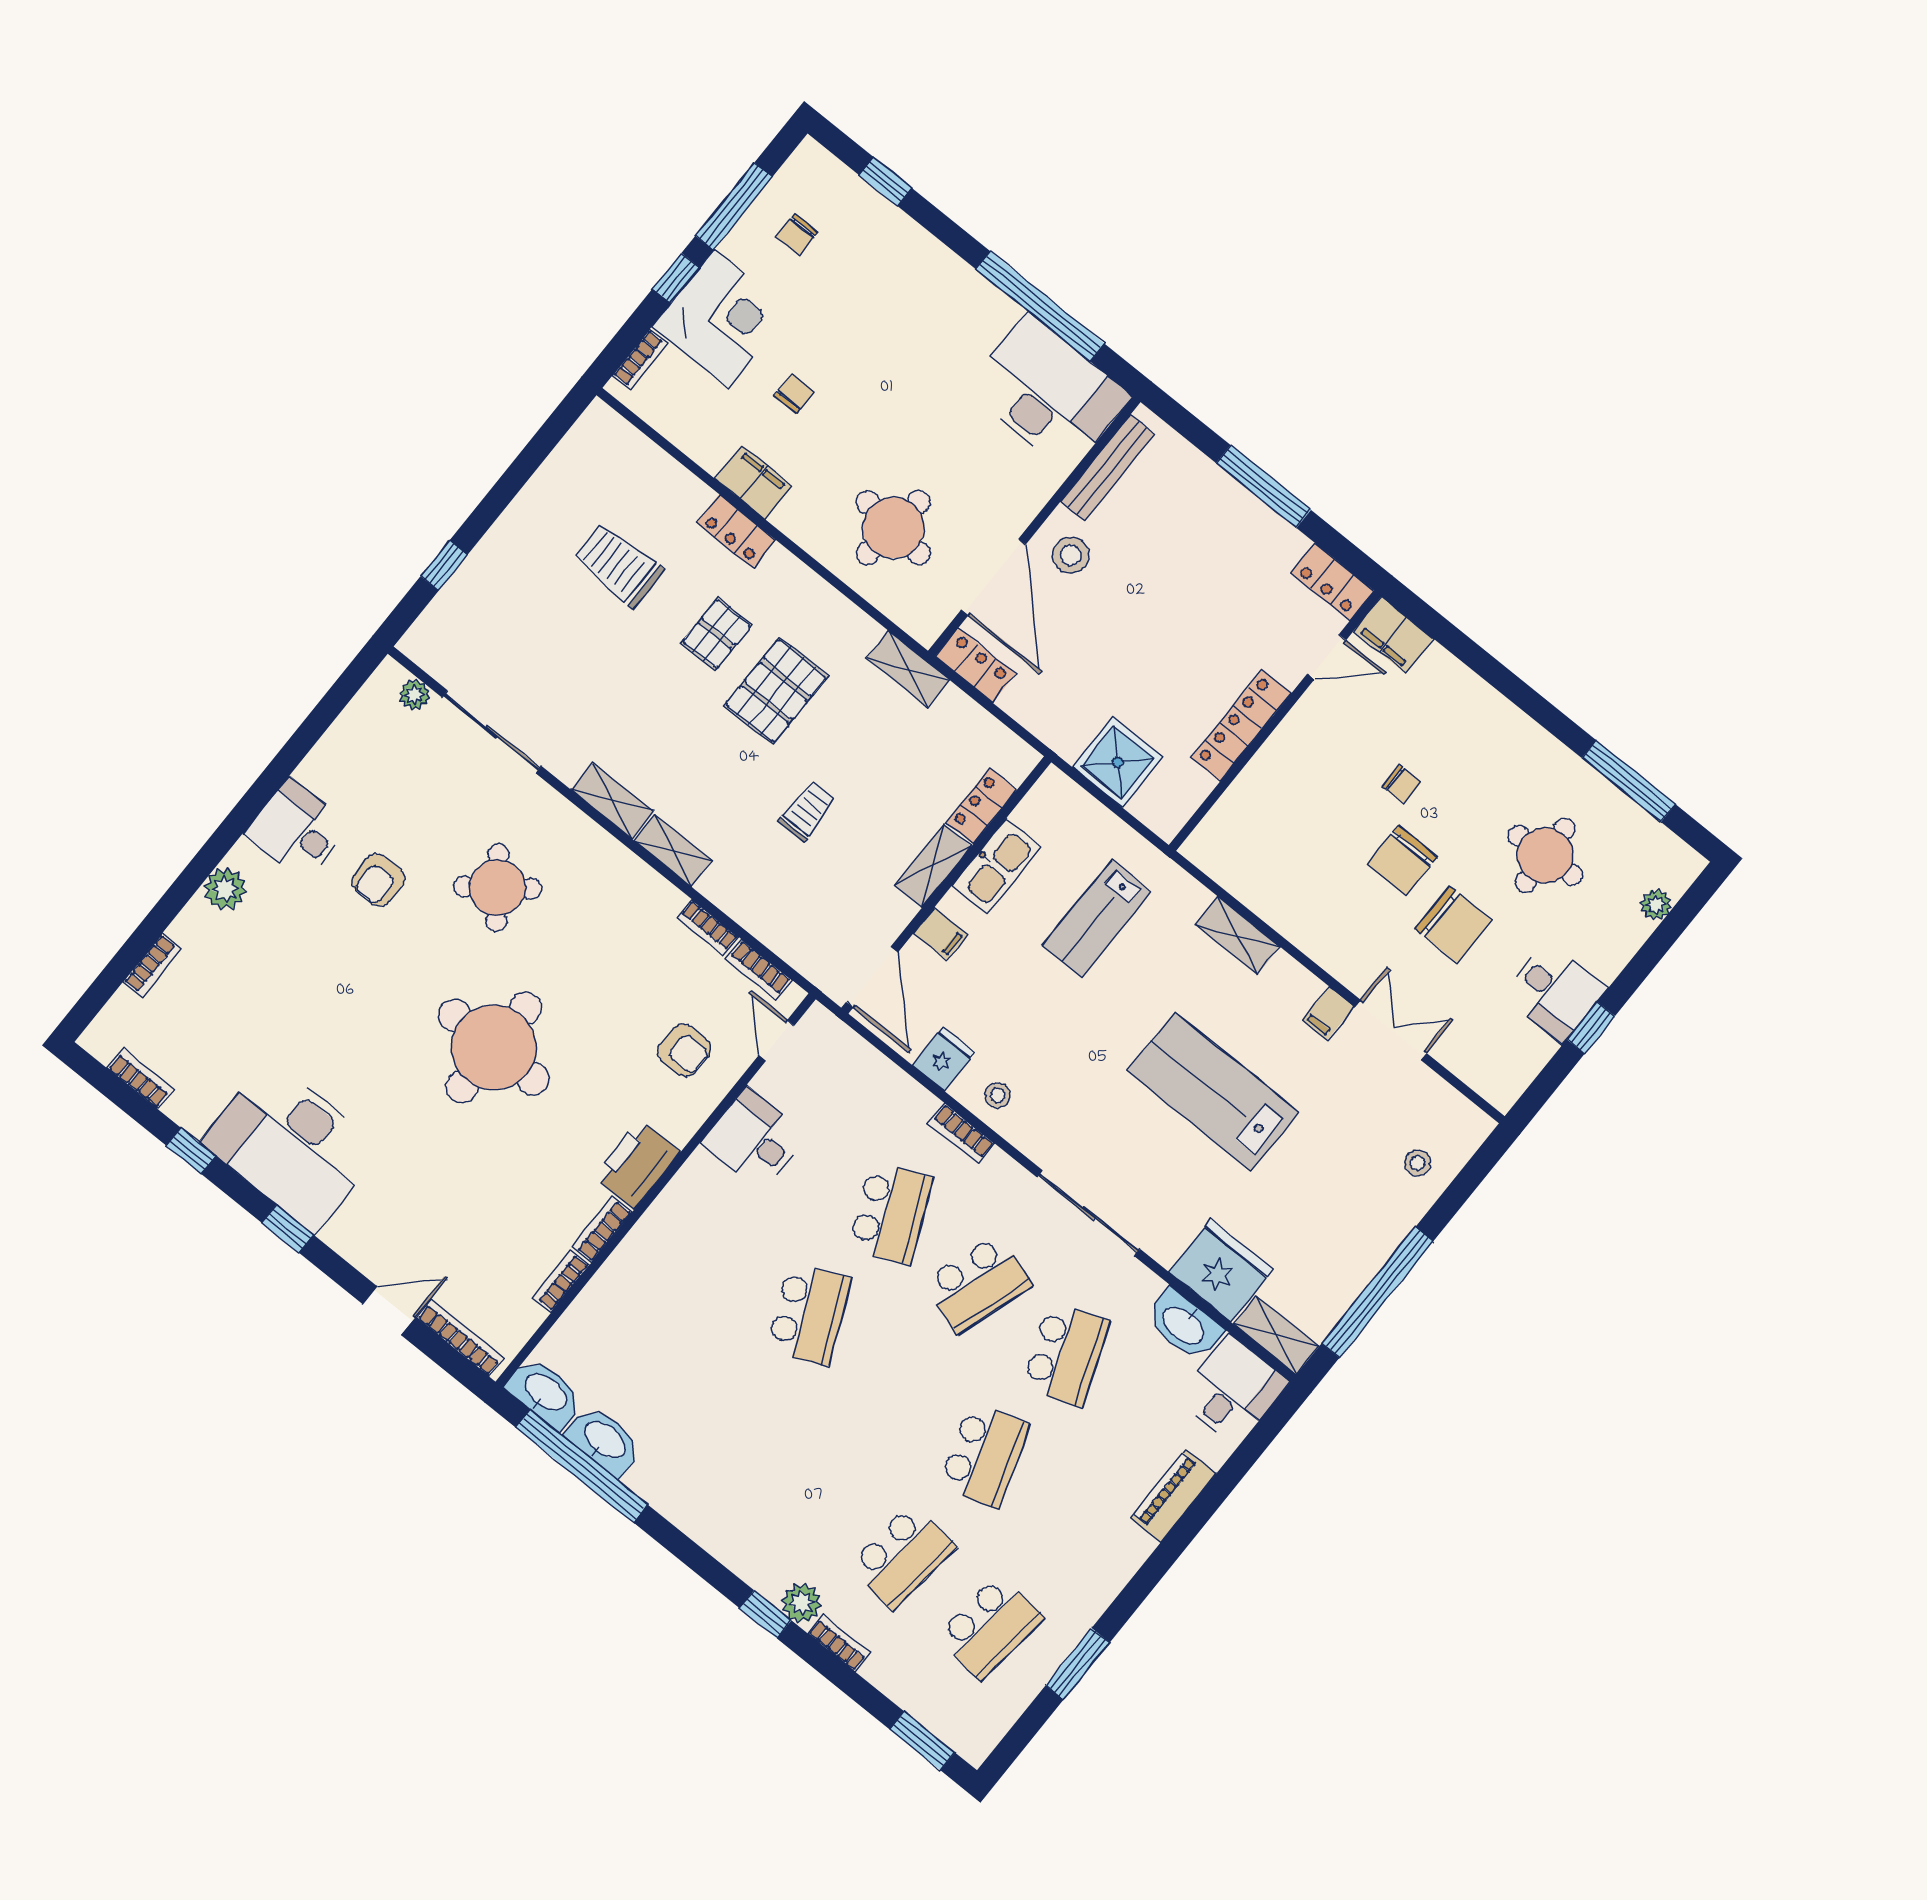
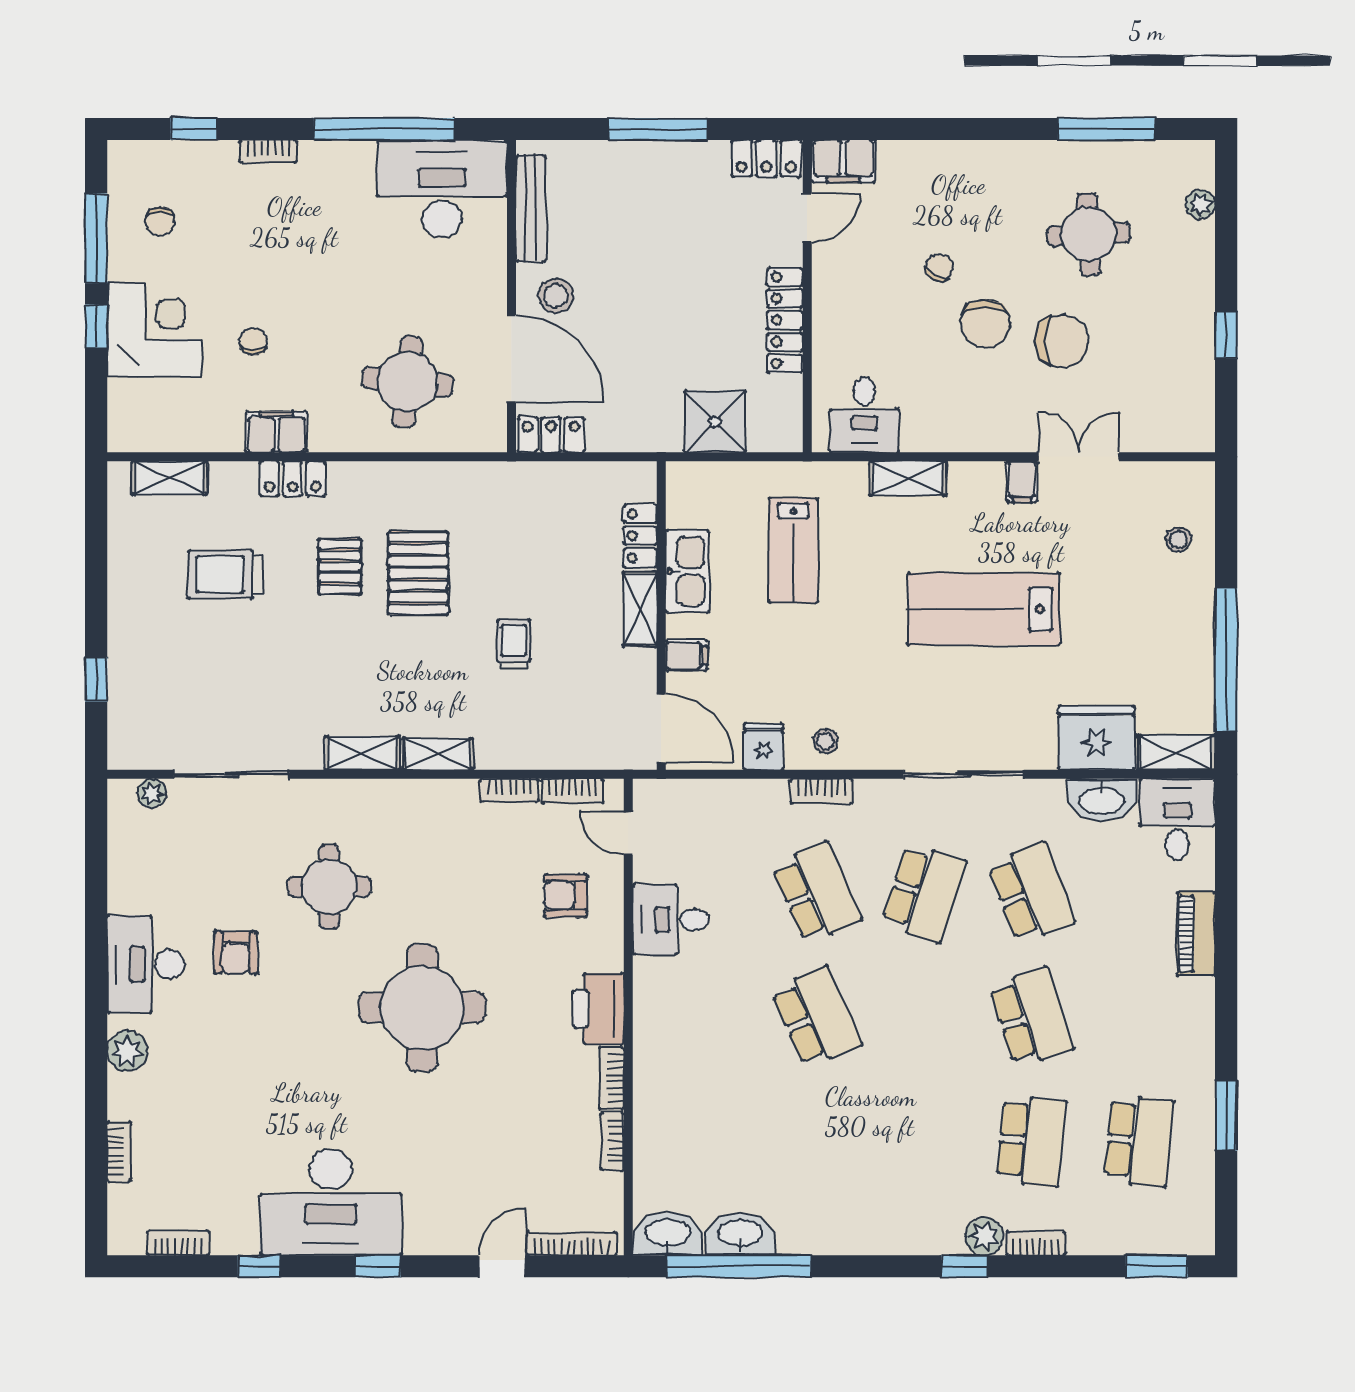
bookcase: (640, 360) -> (268, 151), moved, turned 90
shelving: (908, 669) -> (170, 478), moved
chair: (1402, 784) -> (939, 267), turned -63
desk: (297, 830) -> (146, 964), width x1.37
round table: (497, 888) -> (329, 887), turned 37
desk: (1555, 992) -> (864, 415), moved, turned 90
armchair: (684, 1050) -> (566, 896), turned 180

